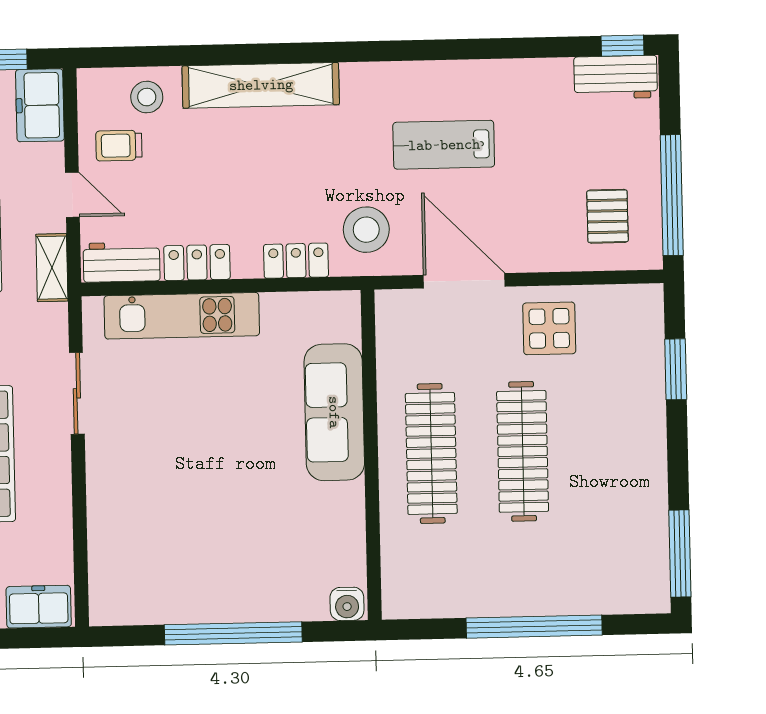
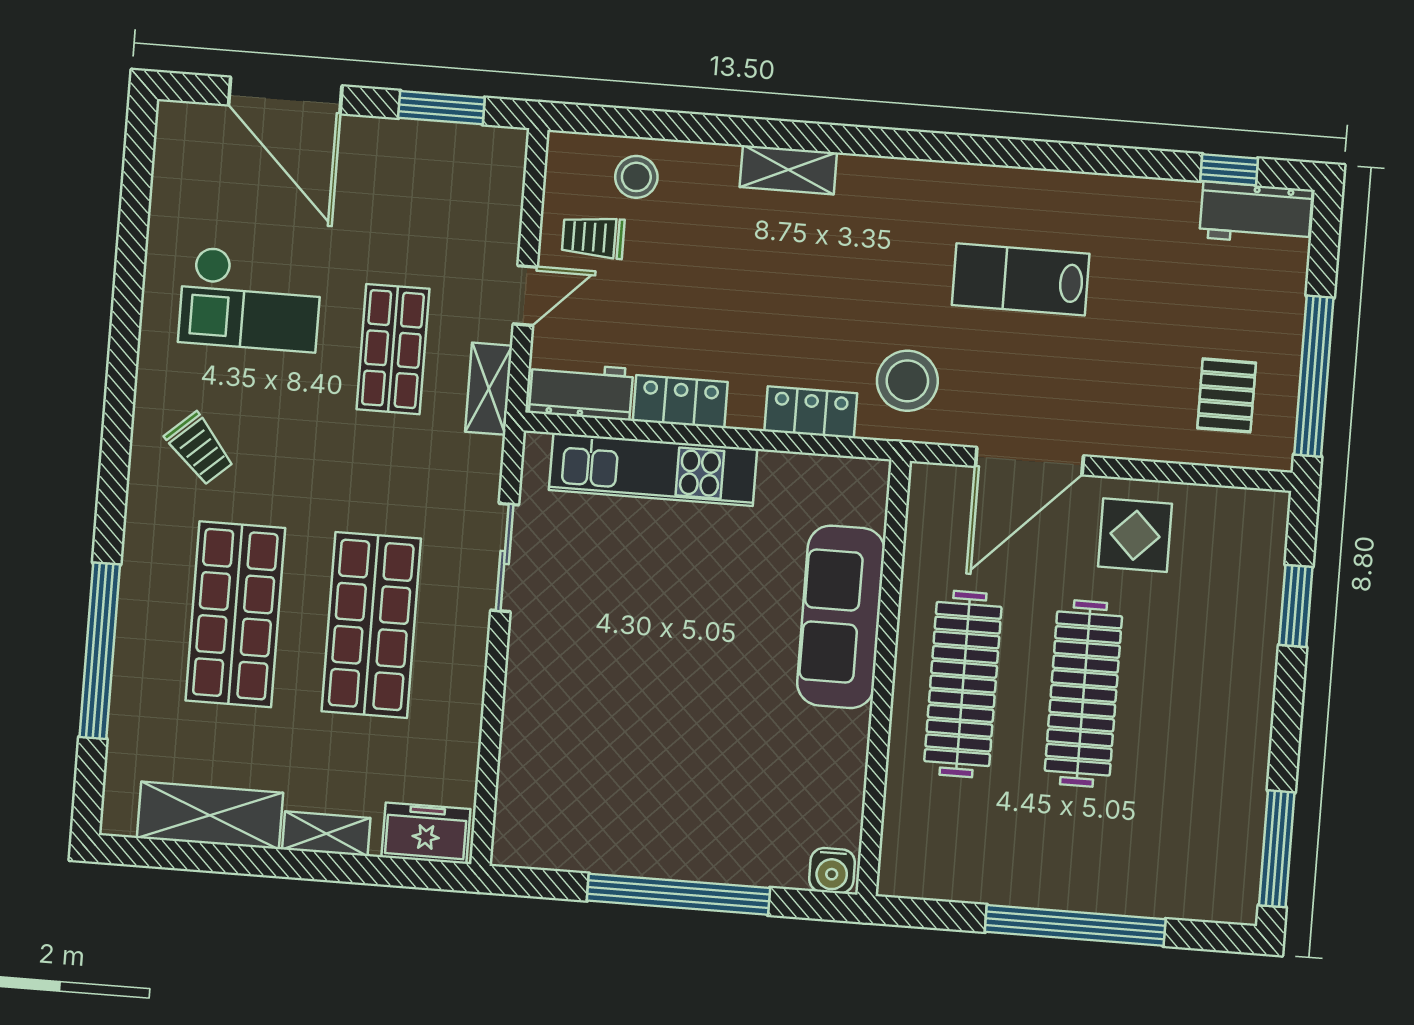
window: (623, 46) -> (1229, 170), moved
shelving: (261, 85) -> (788, 170), width x0.45, depth x0.75
freezer: (40, 105) -> (495, 174), removed
door: (72, 195) -> (525, 296), hinge flipped
door: (464, 281) -> (1029, 461), swing flipped

